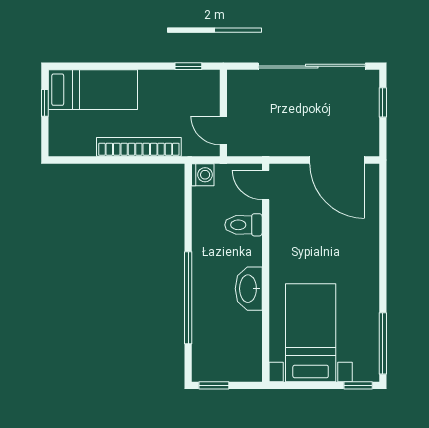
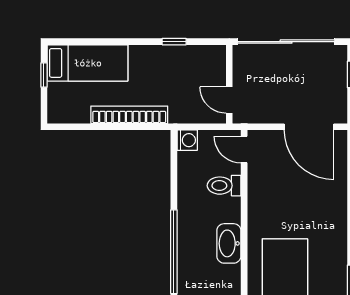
wall: (223, 113) -> (229, 84), moved
door: (223, 130) -> (229, 100), moved

